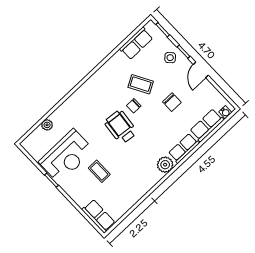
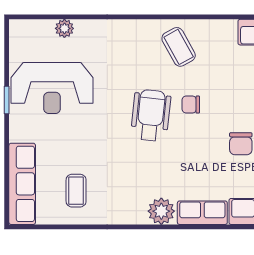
coffee table: (141, 84) -> (179, 47), moved
coffee table: (99, 171) -> (76, 191), moved
row of seats: (98, 216) -> (22, 184), width x1.48

